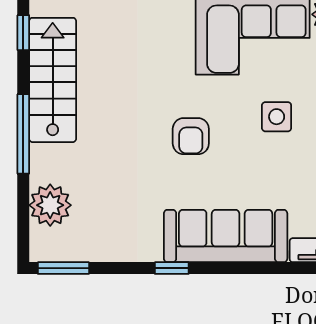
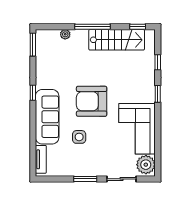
side table: (277, 117) -> (79, 137), moved
armchair: (191, 136) -> (92, 101), width x1.88, depth x1.88
plant: (50, 205) -> (65, 34), width x0.53, depth x0.53

